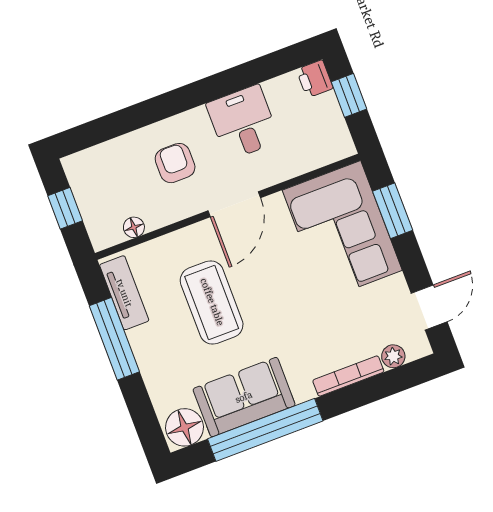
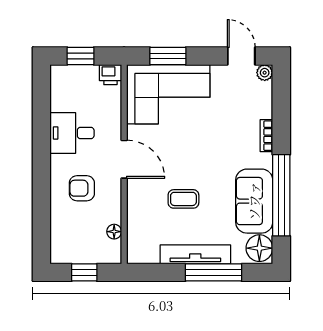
printer: (315, 79) -> (110, 75), moved
tv unit: (124, 293) -> (195, 254), moved, width x1.41
coffee table: (212, 302) -> (183, 199), width x0.54, depth x0.58
window: (114, 339) -> (213, 272), moved
plant: (393, 356) -> (265, 73), moved
bookcase: (348, 376) -> (266, 136), width x0.64

